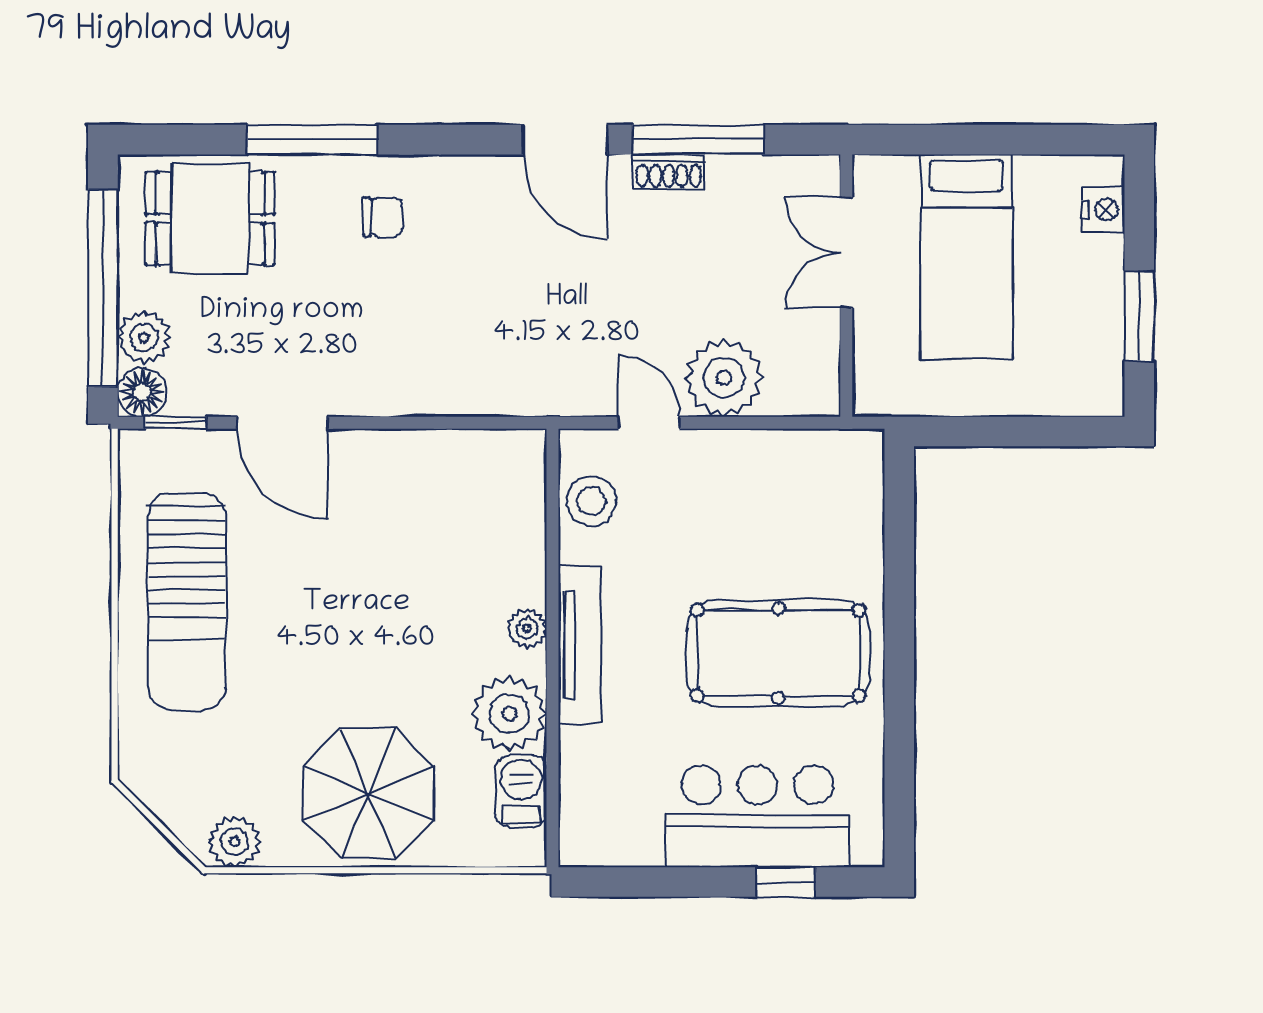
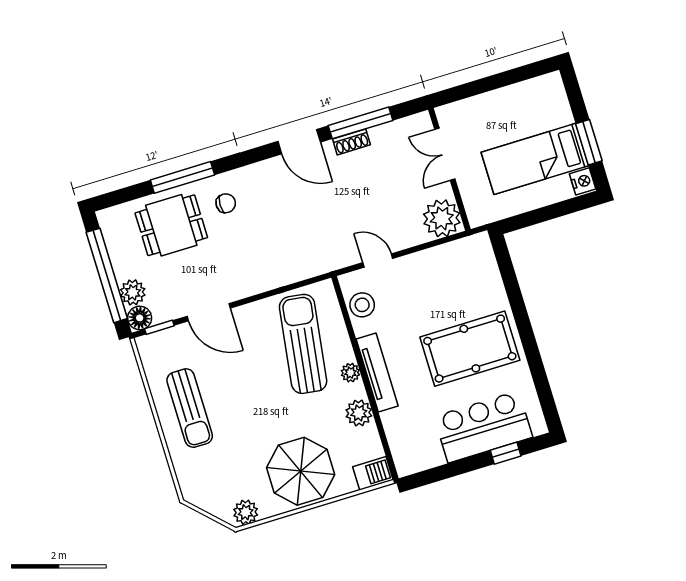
nightstand: (1103, 210) -> (583, 181), moved
dining table: (210, 218) -> (171, 225), moved
bed: (967, 257) -> (535, 159), moved, turned 90
plant: (724, 378) -> (442, 218), moved
sun lounger: (450, 543) -> (303, 344), added
sun lounger: (187, 601) -> (190, 408), width x0.73, depth x0.75
plant: (509, 713) -> (359, 413), width x0.73, depth x0.73
barbecue: (521, 791) -> (373, 473), moved, turned 90

